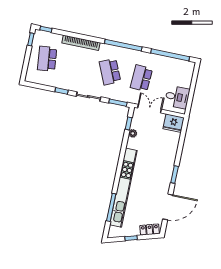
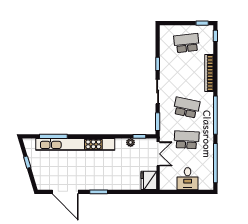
school desk: (110, 72) -> (186, 108), turned 36
desk: (177, 97) -> (188, 179), moved
locker: (150, 230) -> (39, 179), removed

